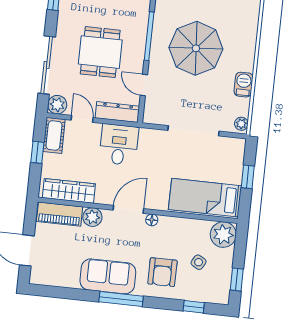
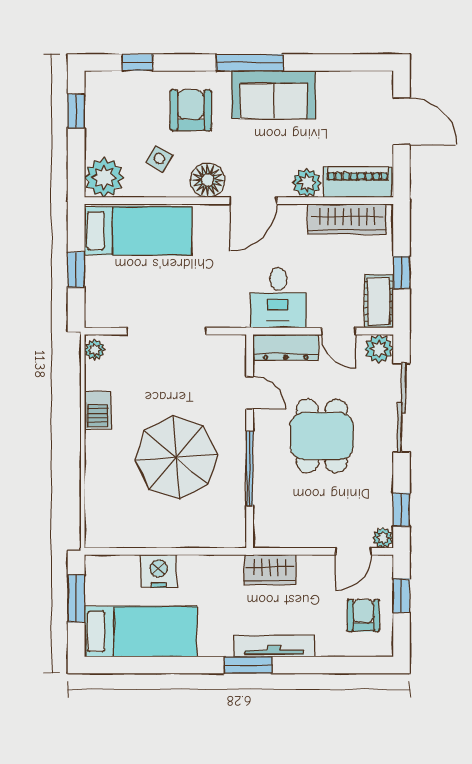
floor lamp: (152, 220) -> (208, 180), width x1.89, depth x1.89
side table: (199, 262) -> (159, 159), moved

